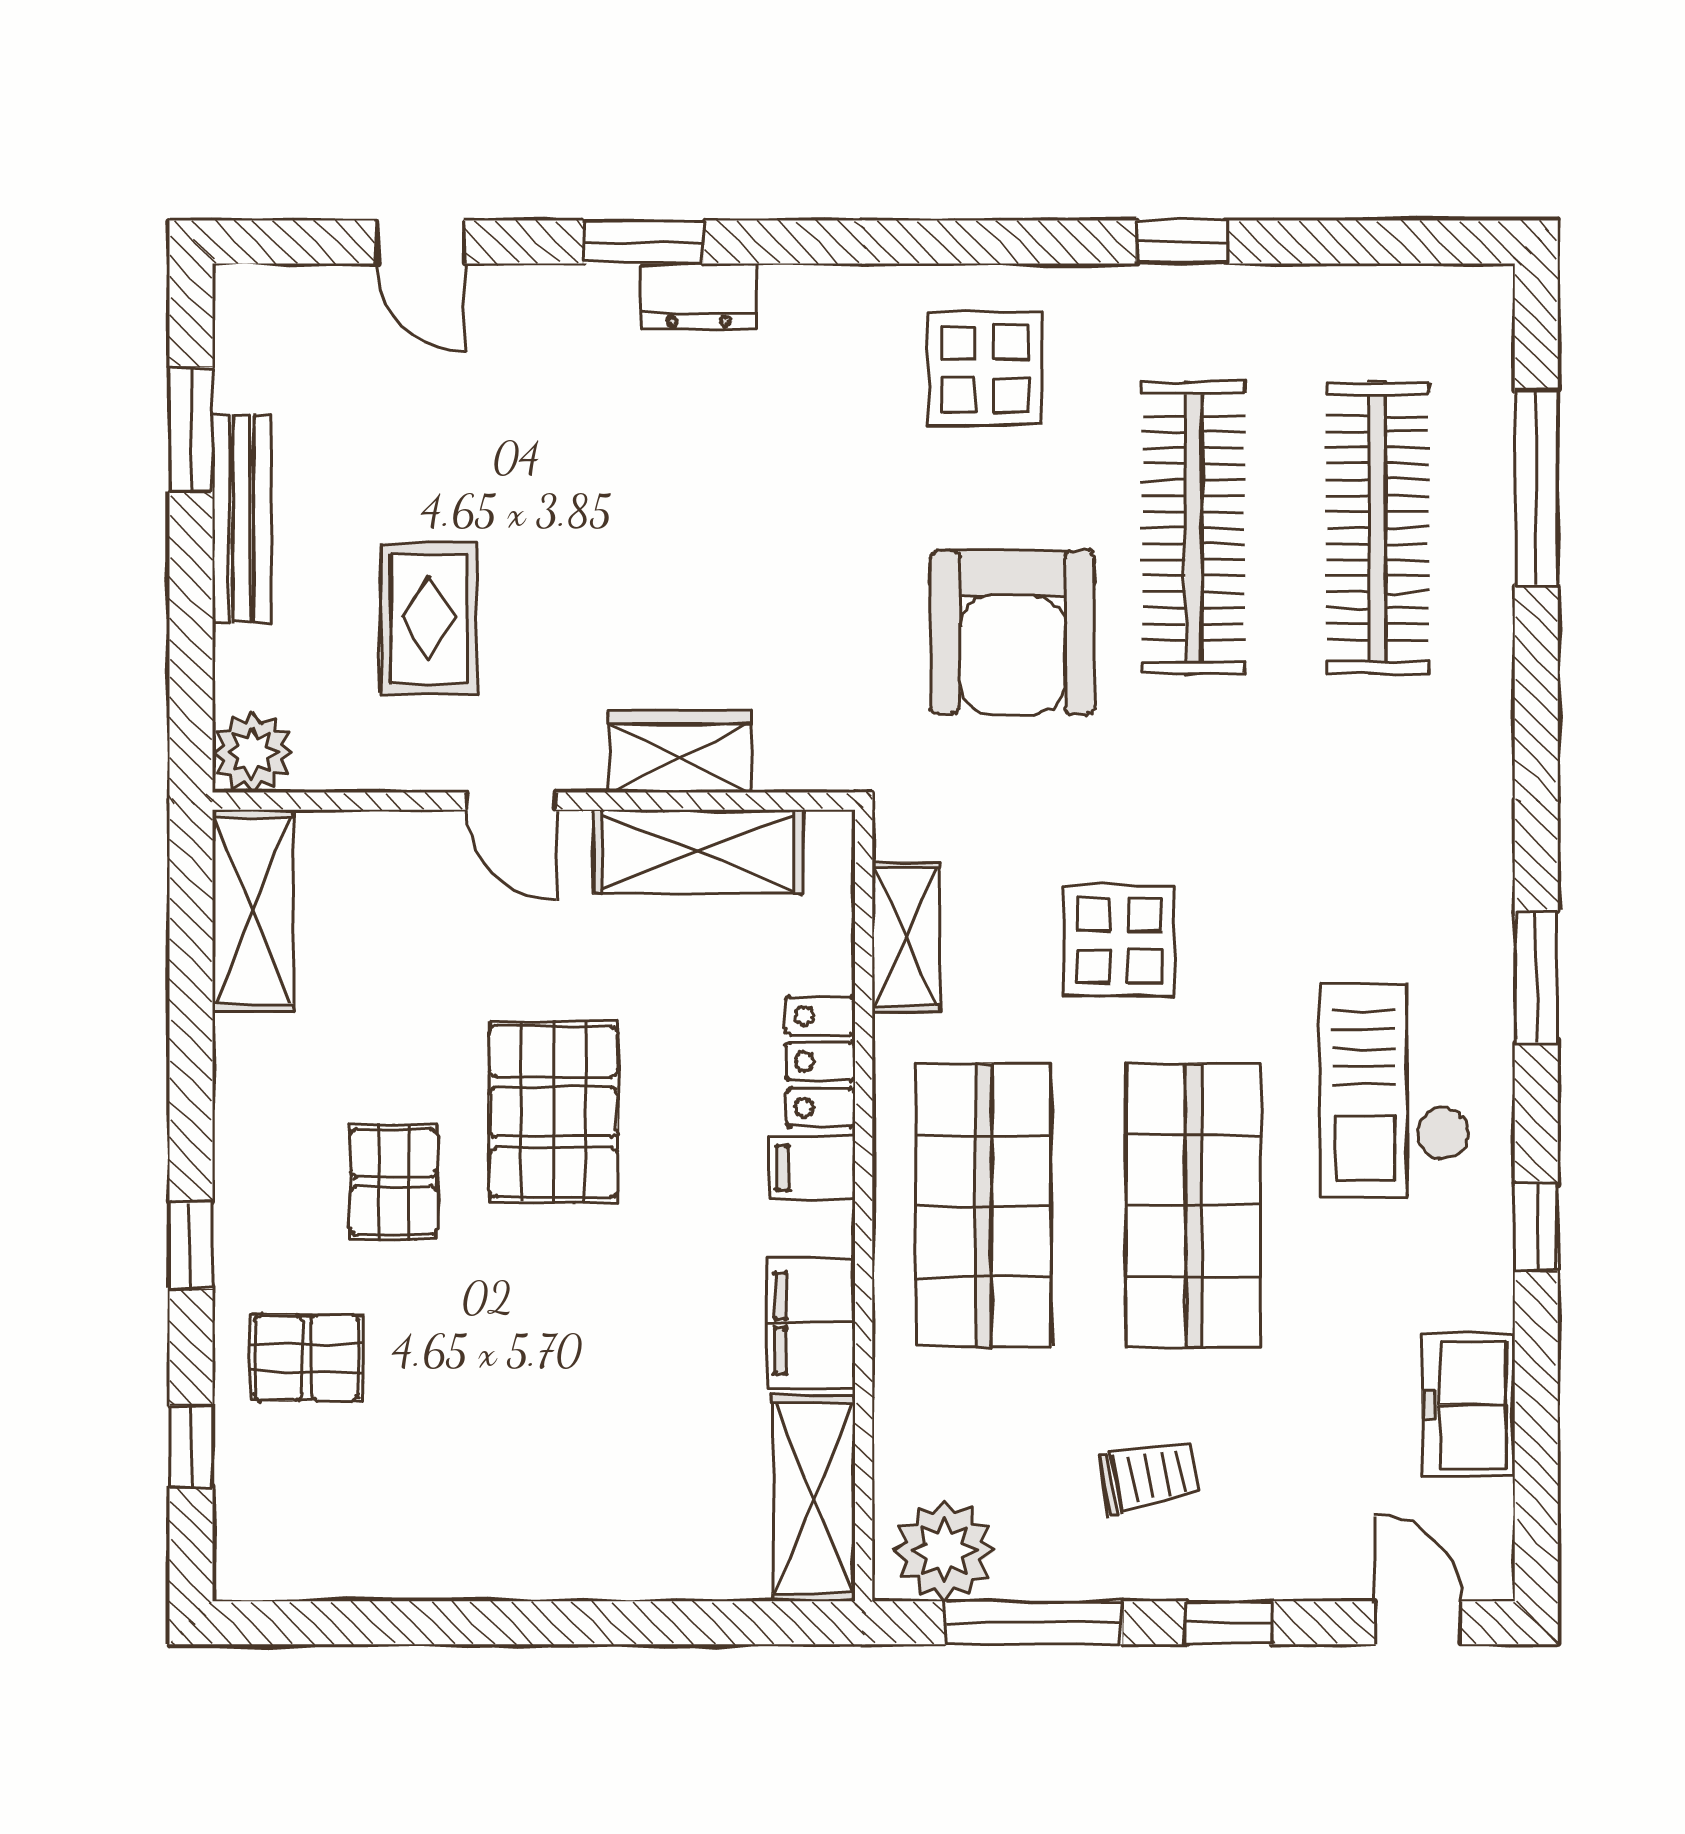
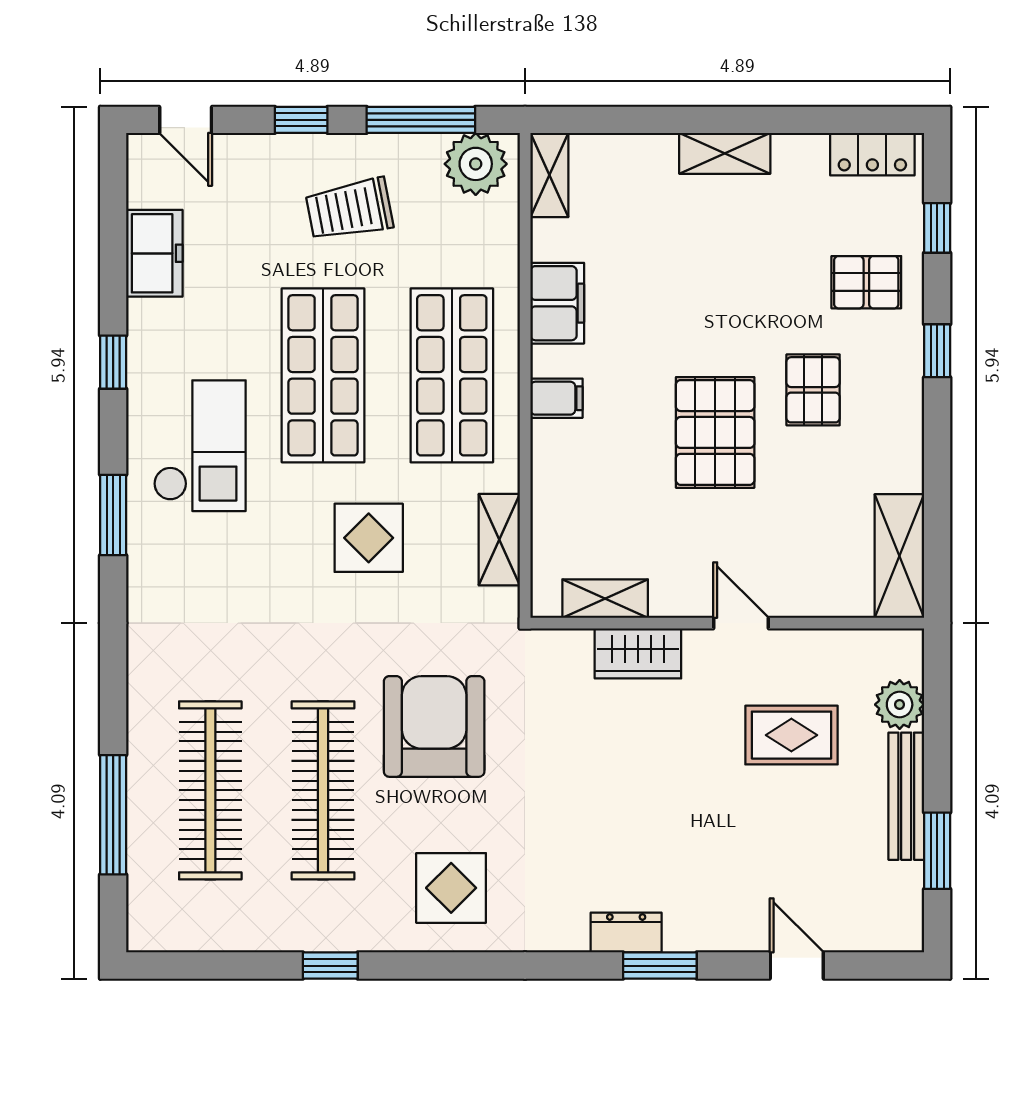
rug: (429, 618) -> (791, 735), turned 90
plant: (252, 753) -> (900, 705), moved
shelving: (698, 852) -> (605, 599), width x0.67, depth x0.75
locker: (820, 1062) -> (872, 154), moved, turned 90
trolley: (1150, 1476) -> (349, 209), width x1.36, depth x1.39
shelving: (814, 1498) -> (549, 175), width x0.67, depth x0.75
shelving: (538, 1568) -> (725, 153), added

